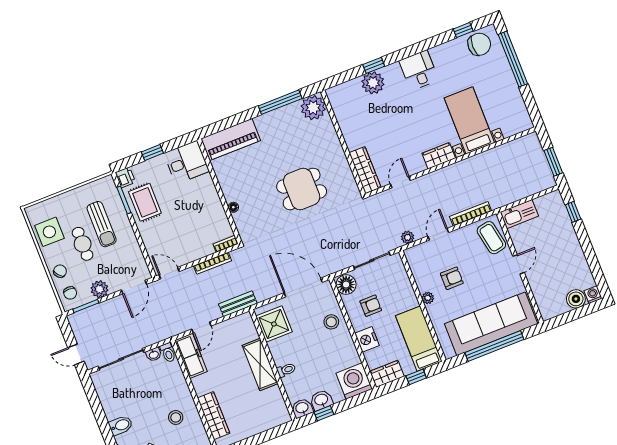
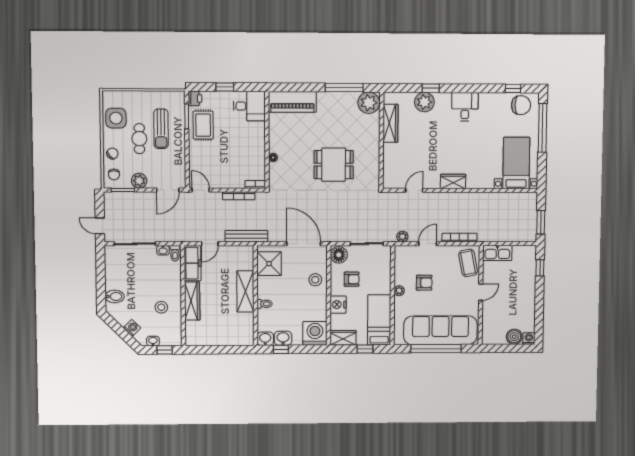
bed with nightstands: (469, 120) -> (516, 163), moved
wardrobe: (365, 170) -> (390, 123), moved
bench: (238, 304) -> (246, 236), width x1.36
wardrobe: (214, 416) -> (192, 301), moved

